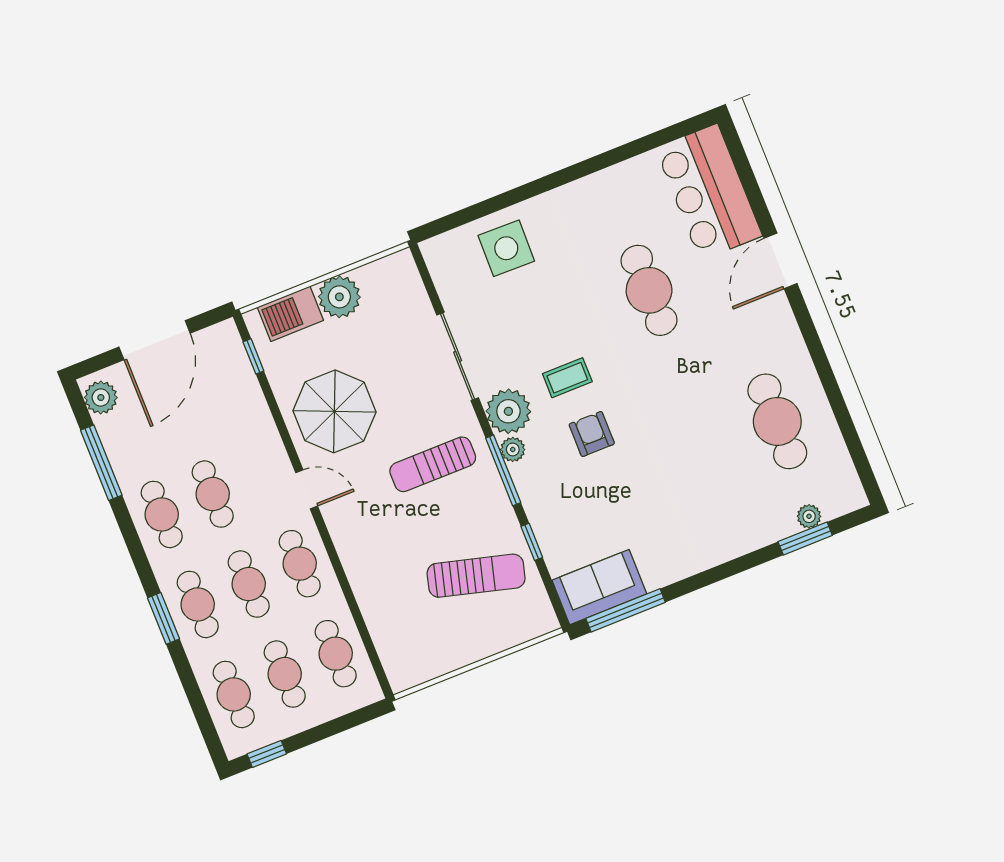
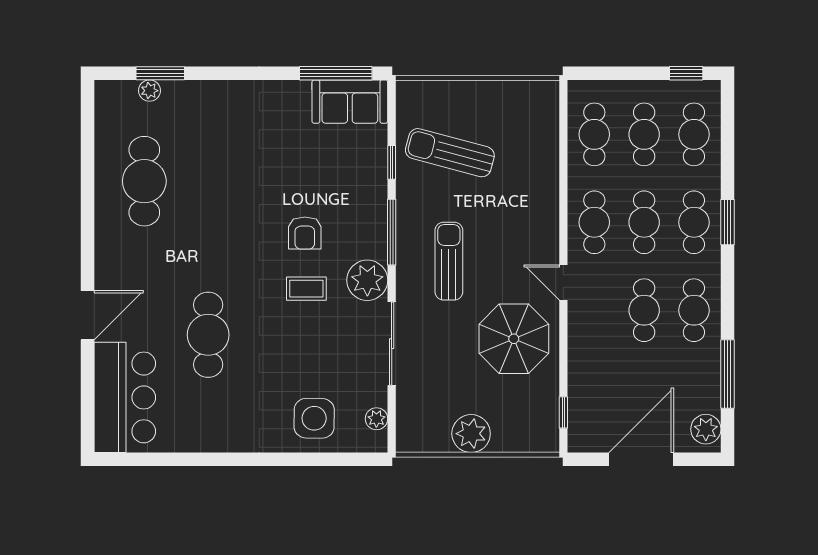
barbecue: (290, 314) -> (518, 436), removed
plant: (513, 449) -> (376, 419), moved
sun lounger: (433, 464) -> (449, 261), turned -90

